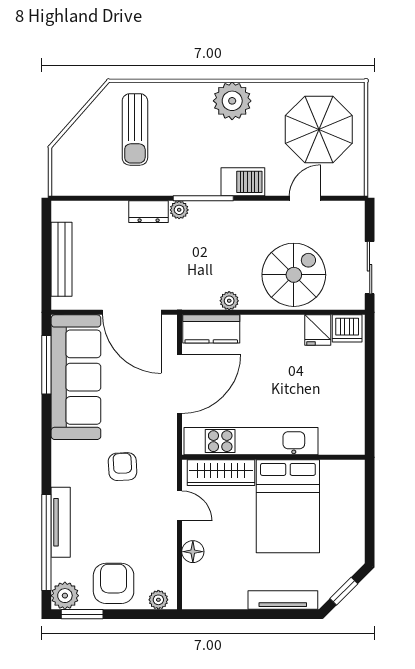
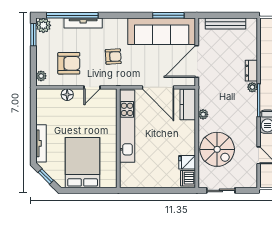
wardrobe: (221, 473) -> (110, 110), removed
bed: (288, 506) -> (83, 163), moved, turned 90
armchair: (114, 583) -> (69, 63), moved

